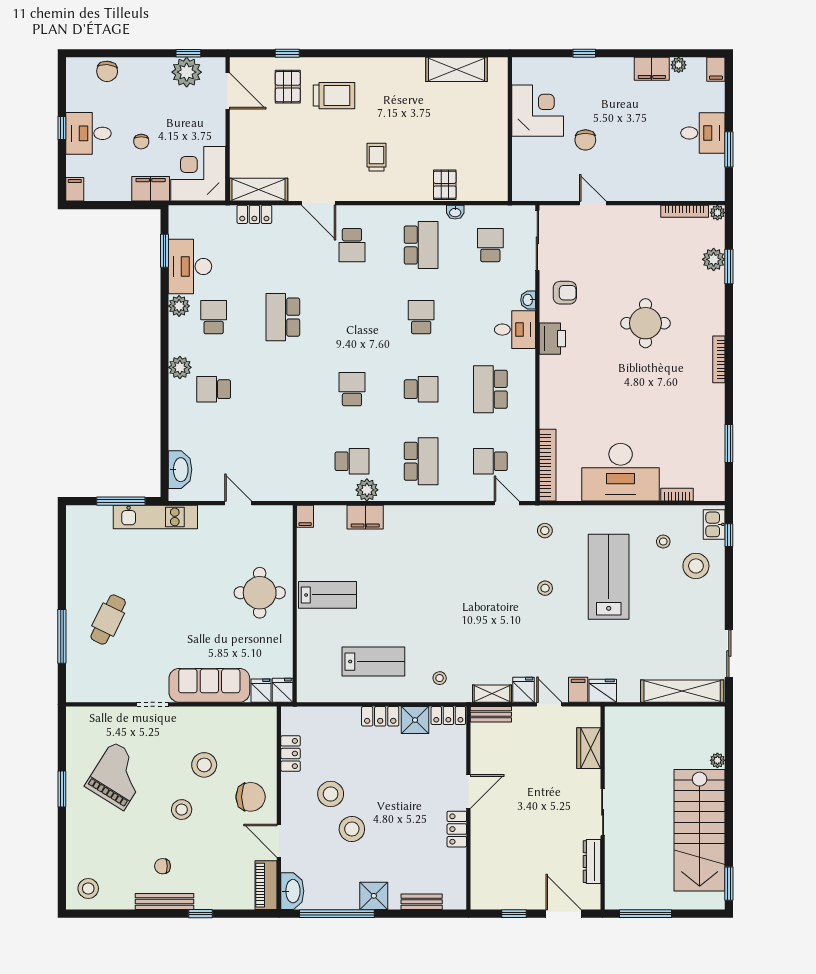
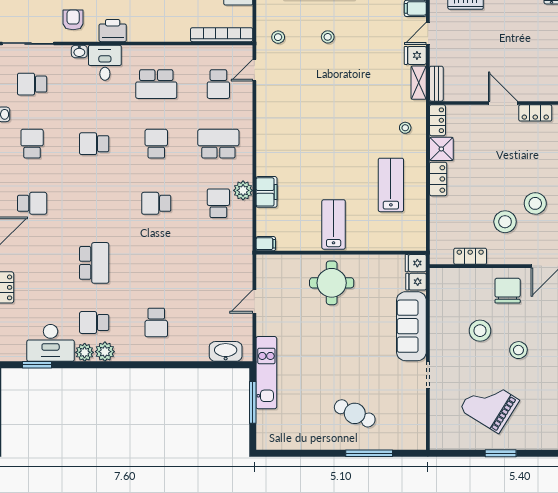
school desk: (421, 245) -> (32, 144), width x0.54
school desk: (283, 317) -> (94, 263), turned -90
plant: (180, 367) -> (105, 352), moved

